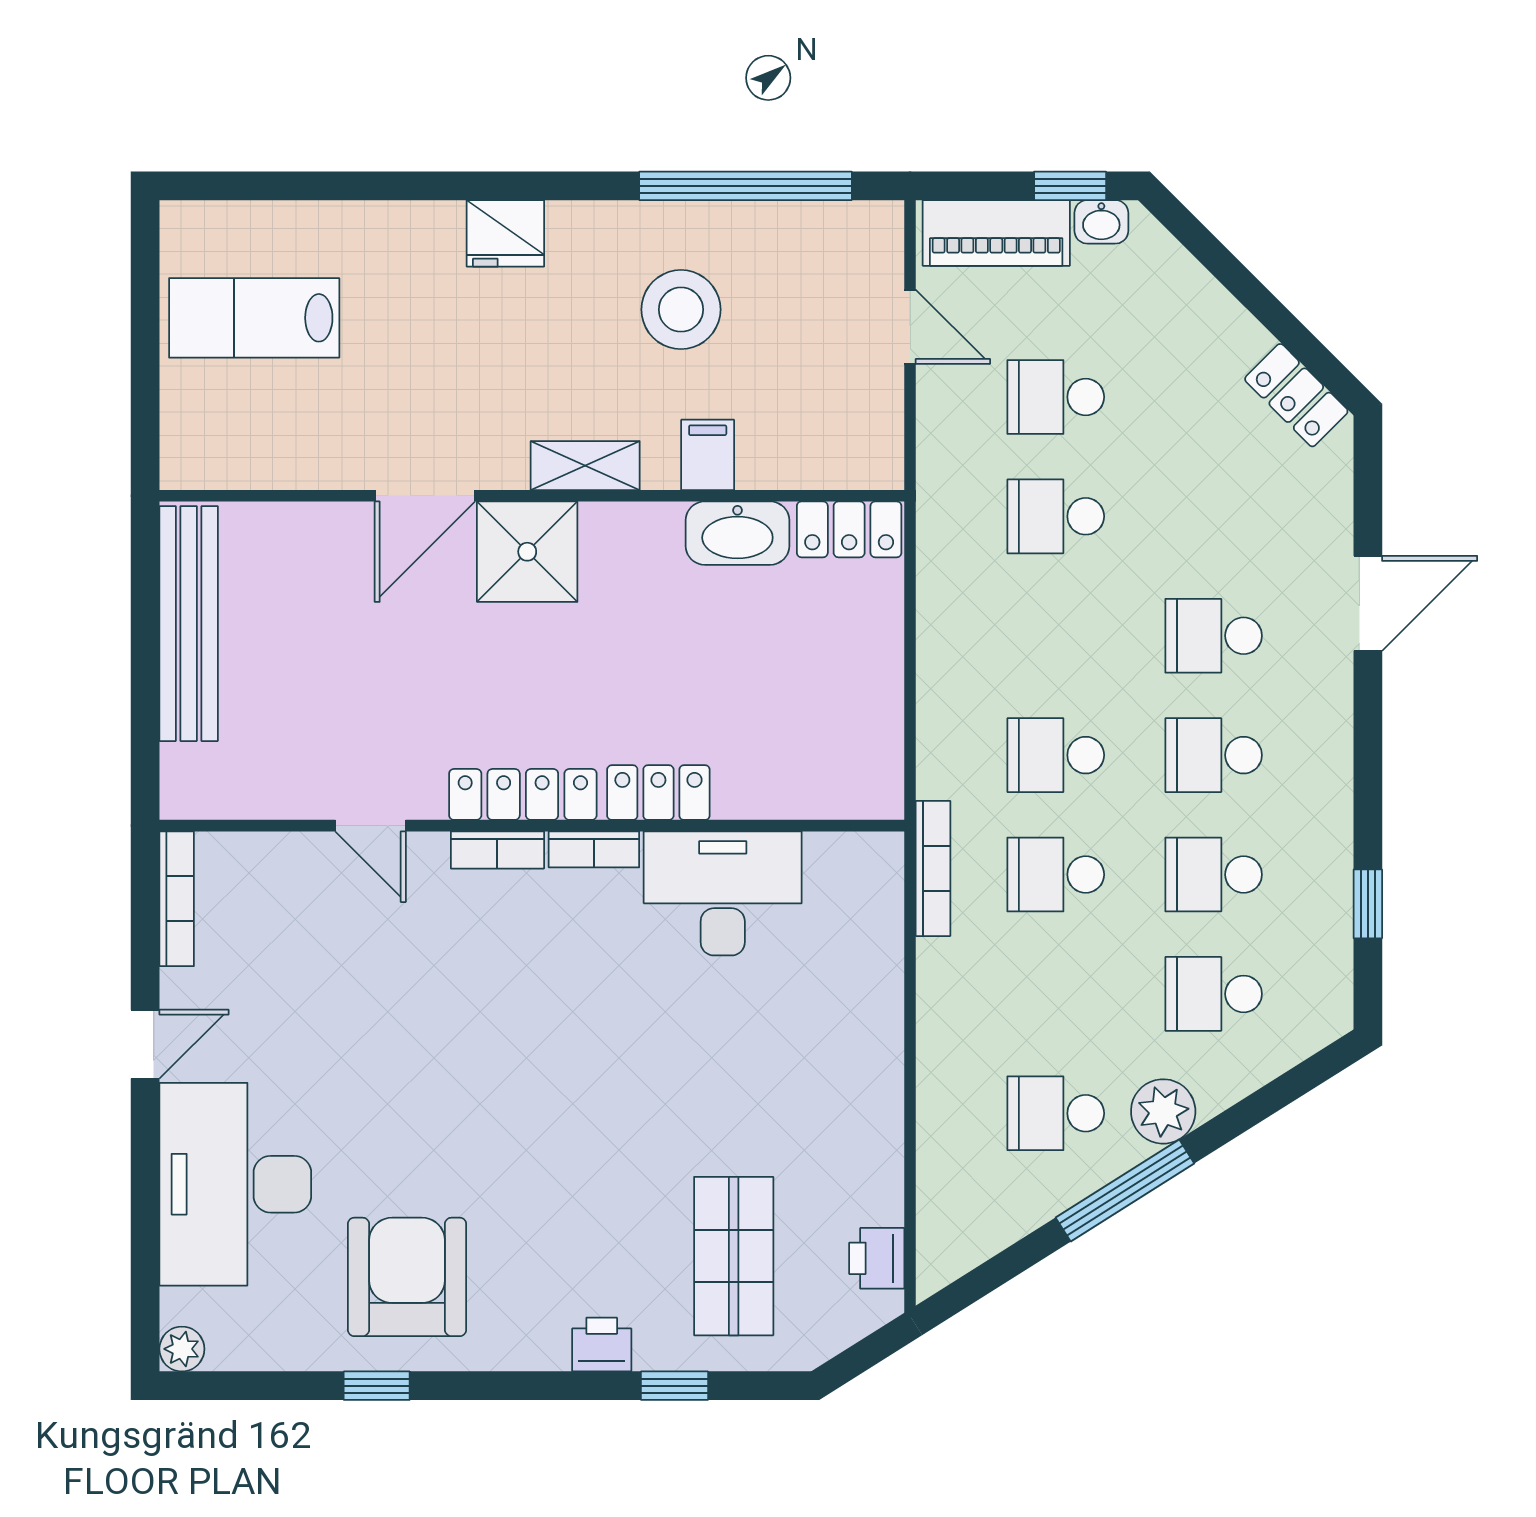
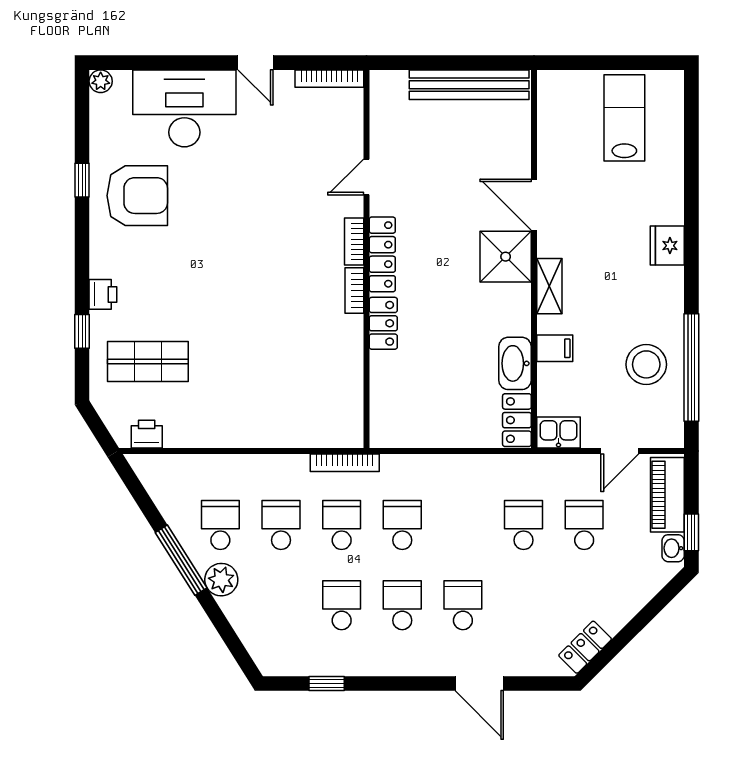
stool: (681, 310) -> (646, 364), moved
kitchen sink: (873, 448) -> (558, 432), added
desk: (723, 893) -> (332, 356), removed
school desk: (1214, 994) -> (281, 525), moved

